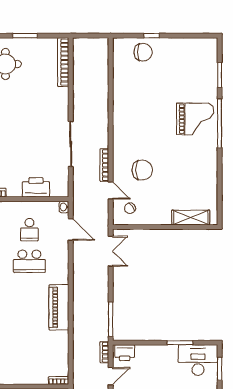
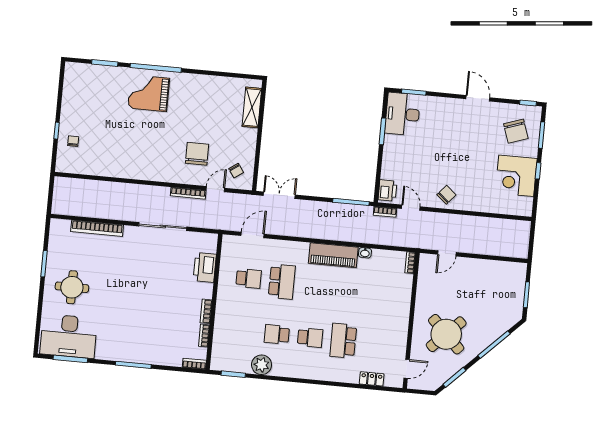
chair: (143, 52) -> (73, 141), width x0.54, depth x0.54
bookcase: (63, 62) -> (97, 228), moved
grand piano: (195, 119) -> (149, 93), turned -90
washbasin: (64, 207) -> (365, 253), moved

